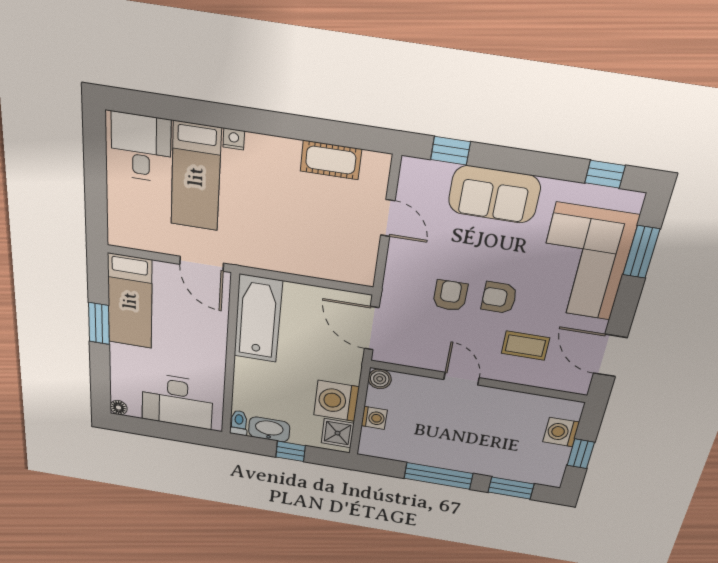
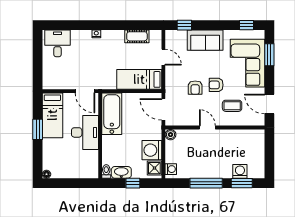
bed: (196, 177) -> (139, 79), moved, turned 90
armchair: (450, 296) -> (195, 88), turned 180
desk: (177, 401) -> (85, 132), moved, turned -90
washing machine: (374, 418) -> (171, 169), moved
washing machine: (561, 432) -> (240, 171), moved, turned 90
window: (581, 454) -> (269, 157), removed

